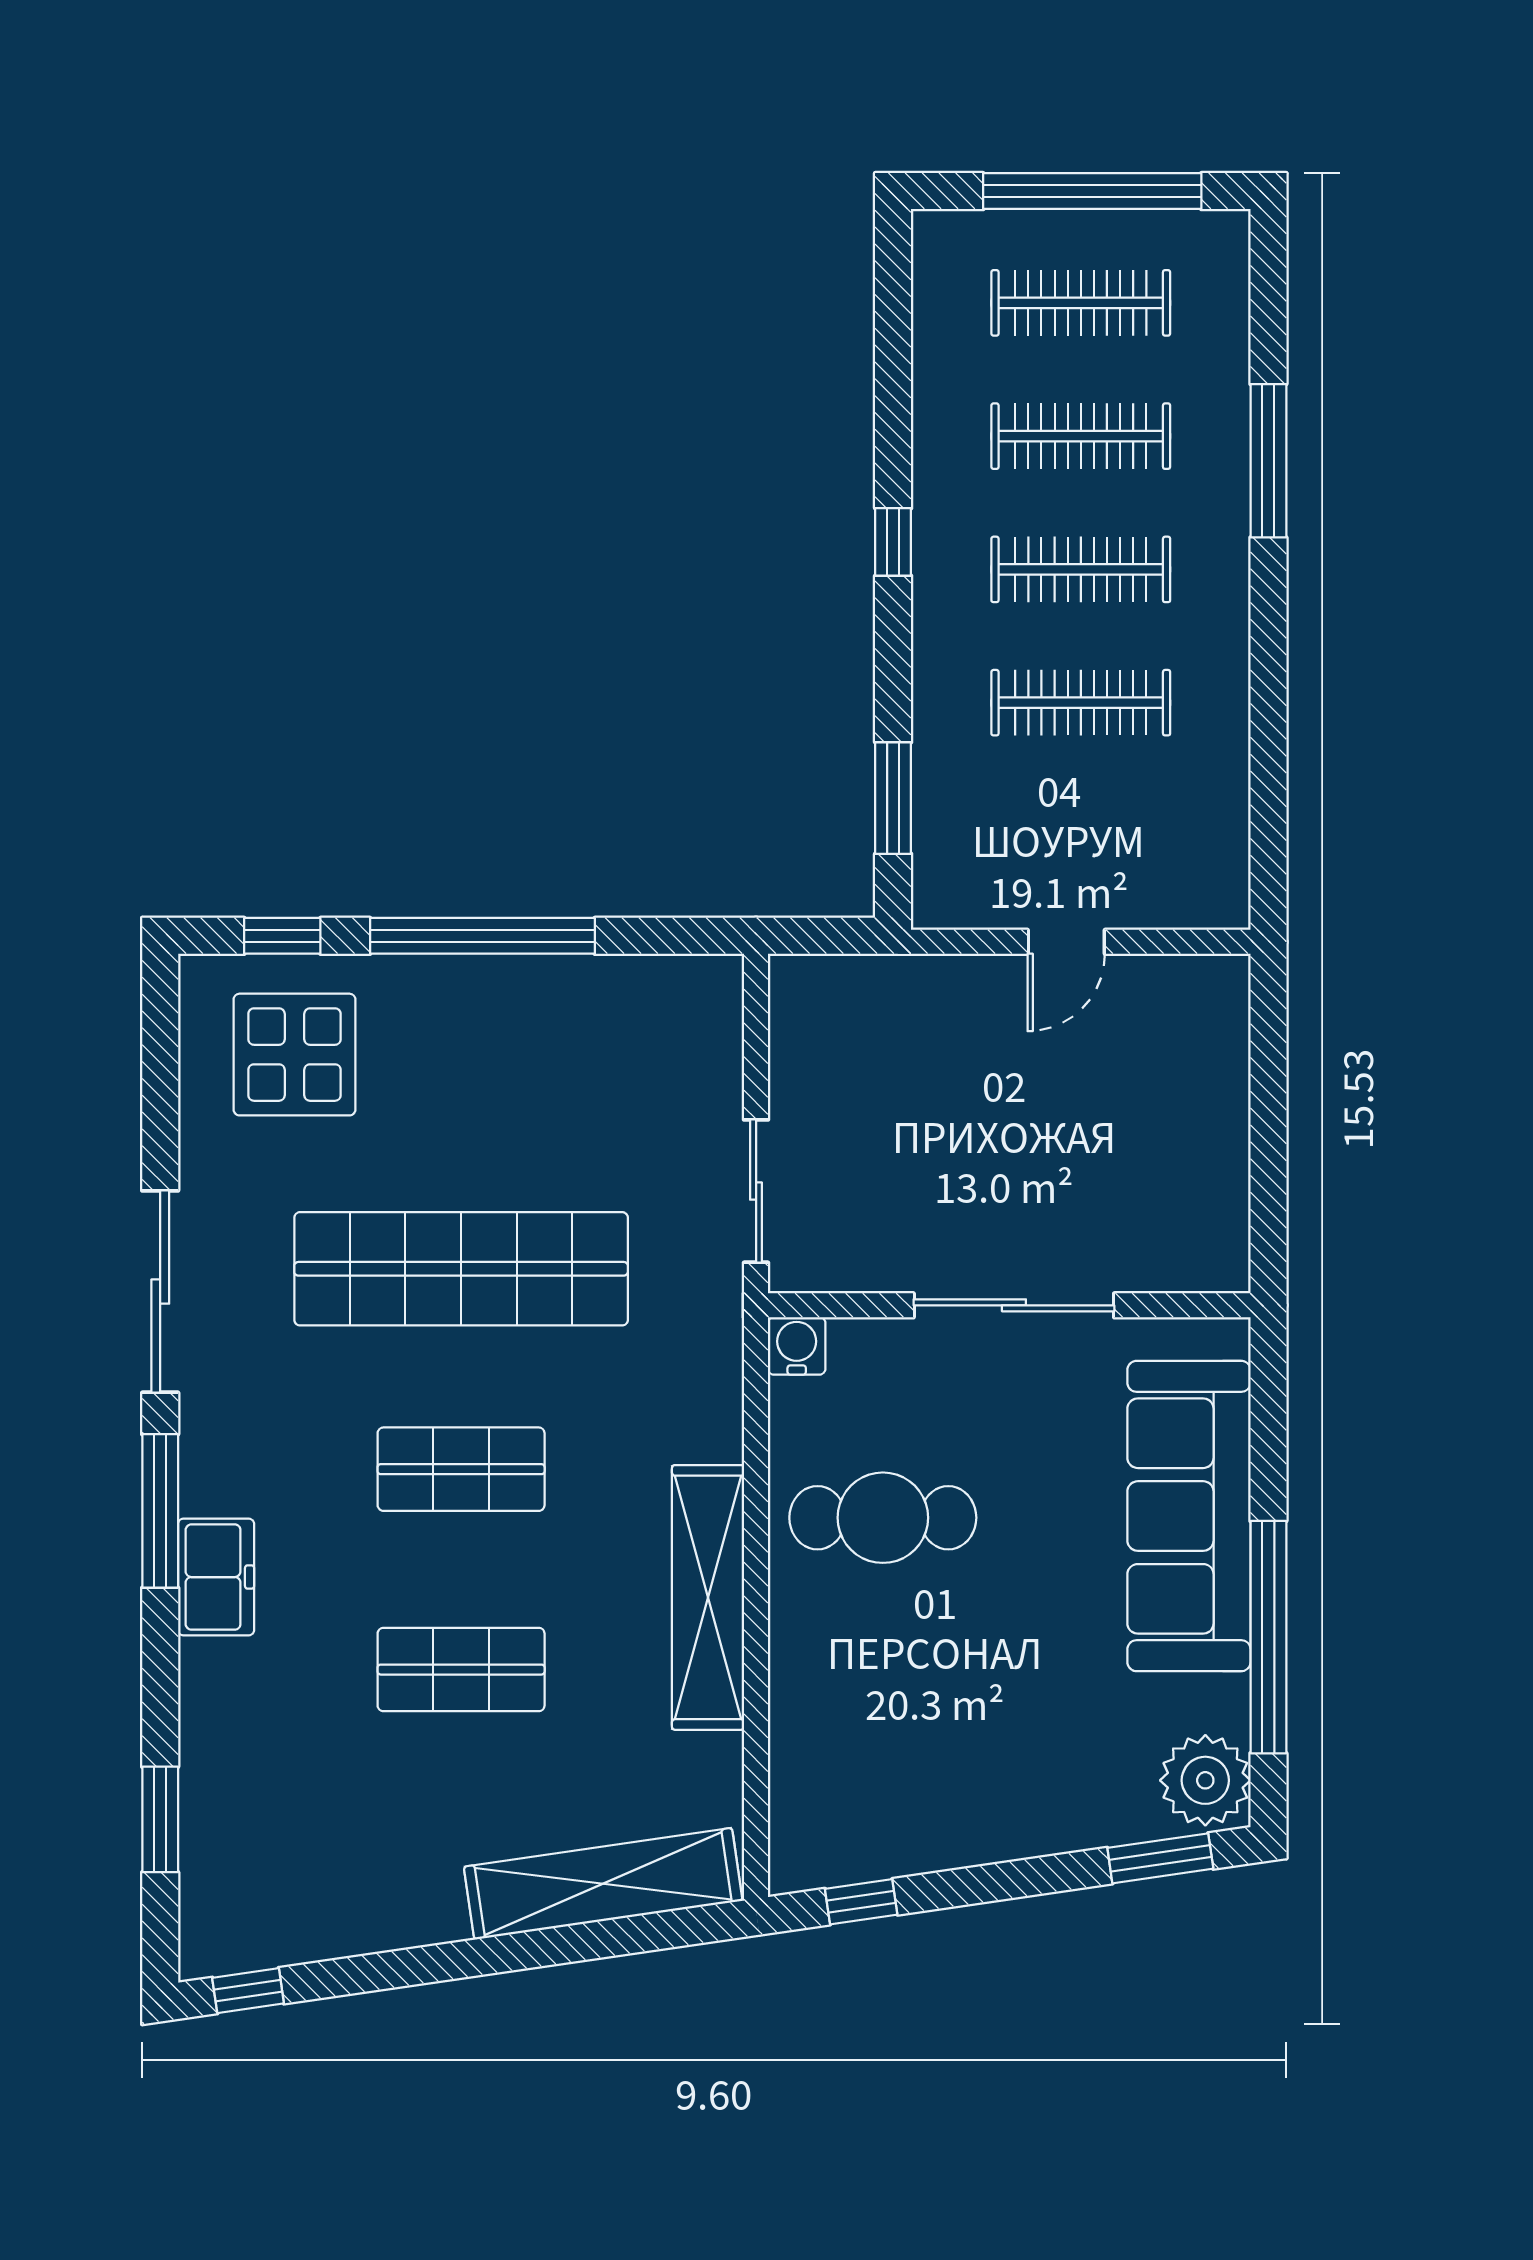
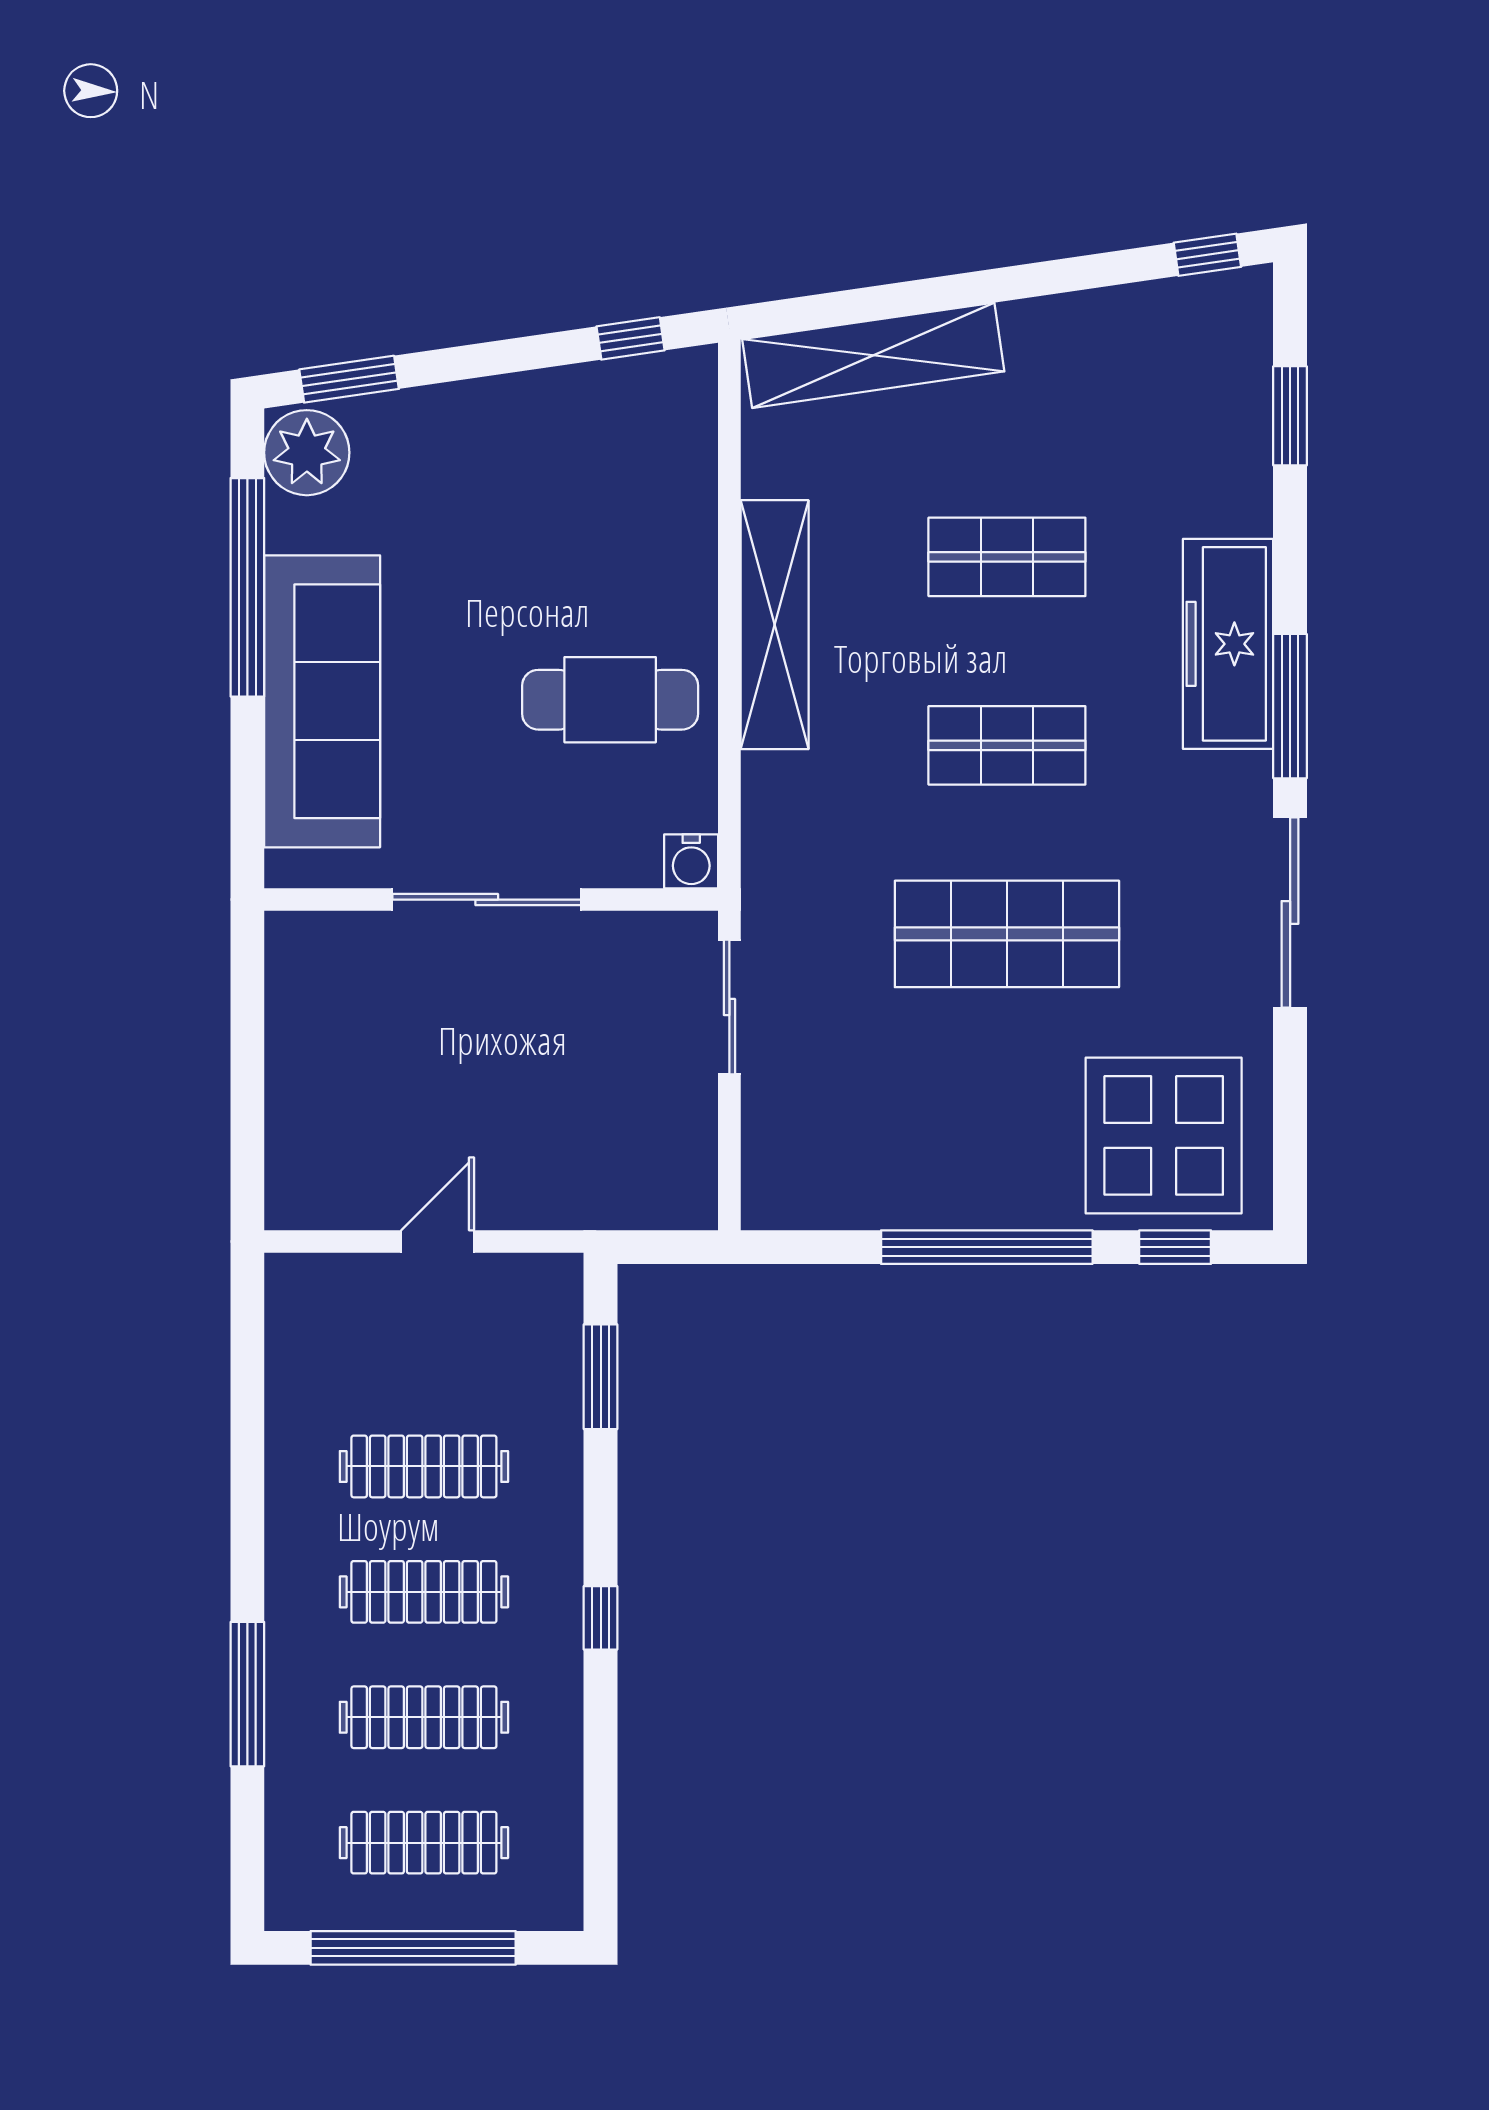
display table: (294, 1055) -> (1164, 1135), width x1.36, depth x1.36
shop shelf: (461, 1269) -> (1007, 934), width x0.71
freezer: (216, 1577) -> (1228, 644), width x1.91, depth x1.26

